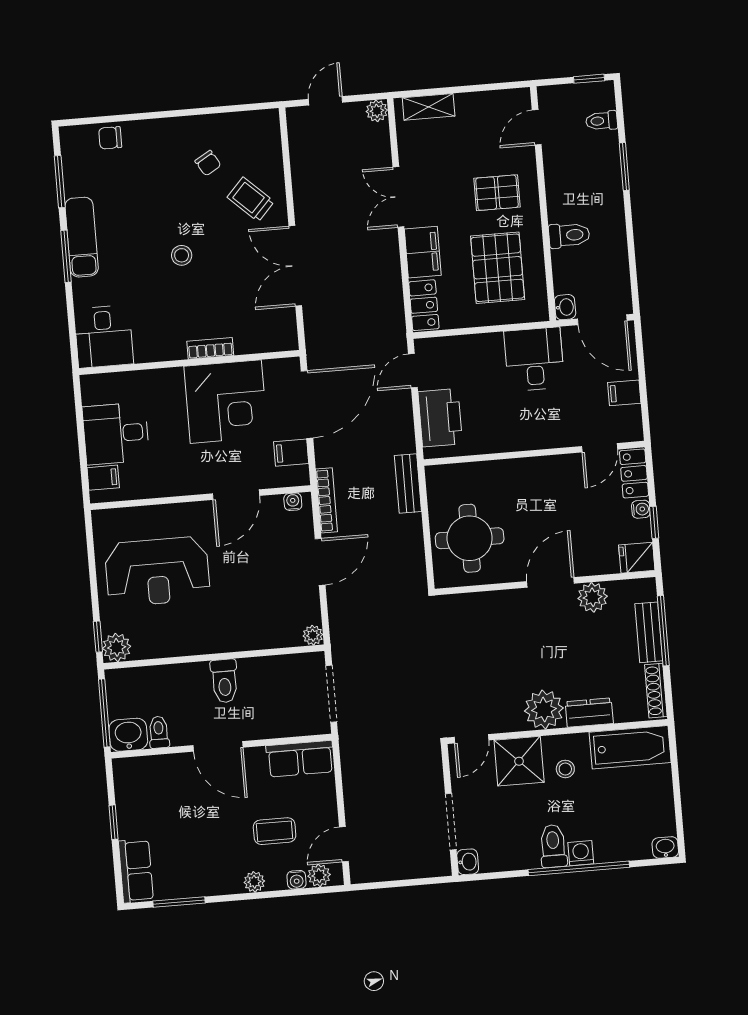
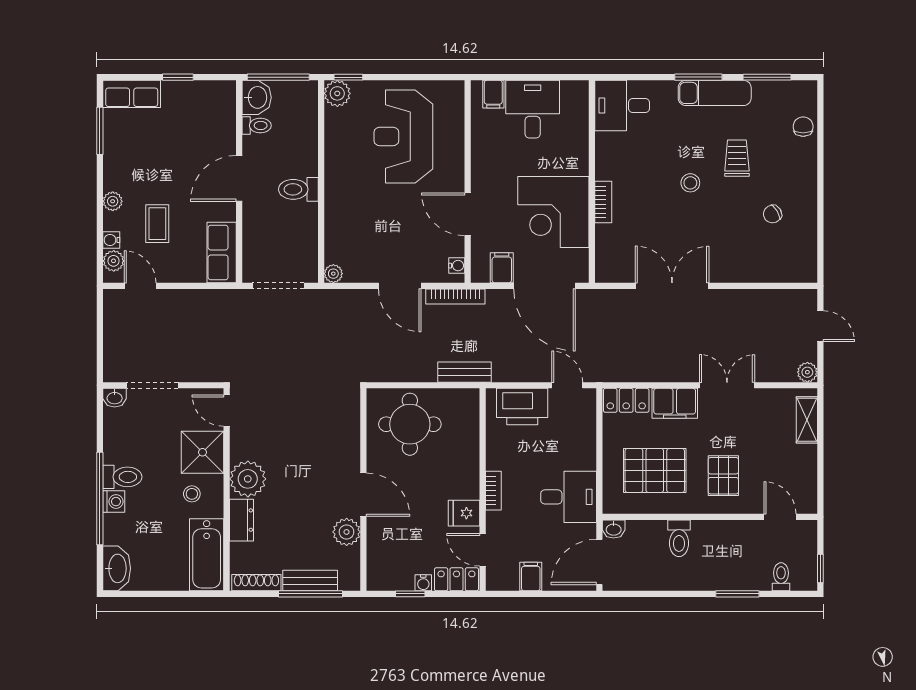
trolley: (251, 199) -> (737, 158), moved, turned -43
bookcase: (534, 441) -> (493, 491), added
fridge: (637, 558) -> (464, 513), moved, turned -90
washbasin: (665, 847) -> (117, 568), width x1.91, depth x1.45

